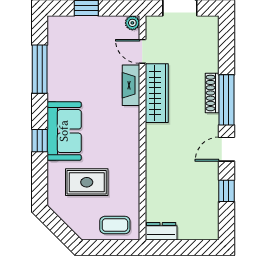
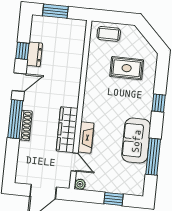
sofa: (64, 131) -> (136, 141), moved
dresser: (161, 231) -> (34, 54), moved, turned -90
window: (188, 248) -> (55, 11), added

